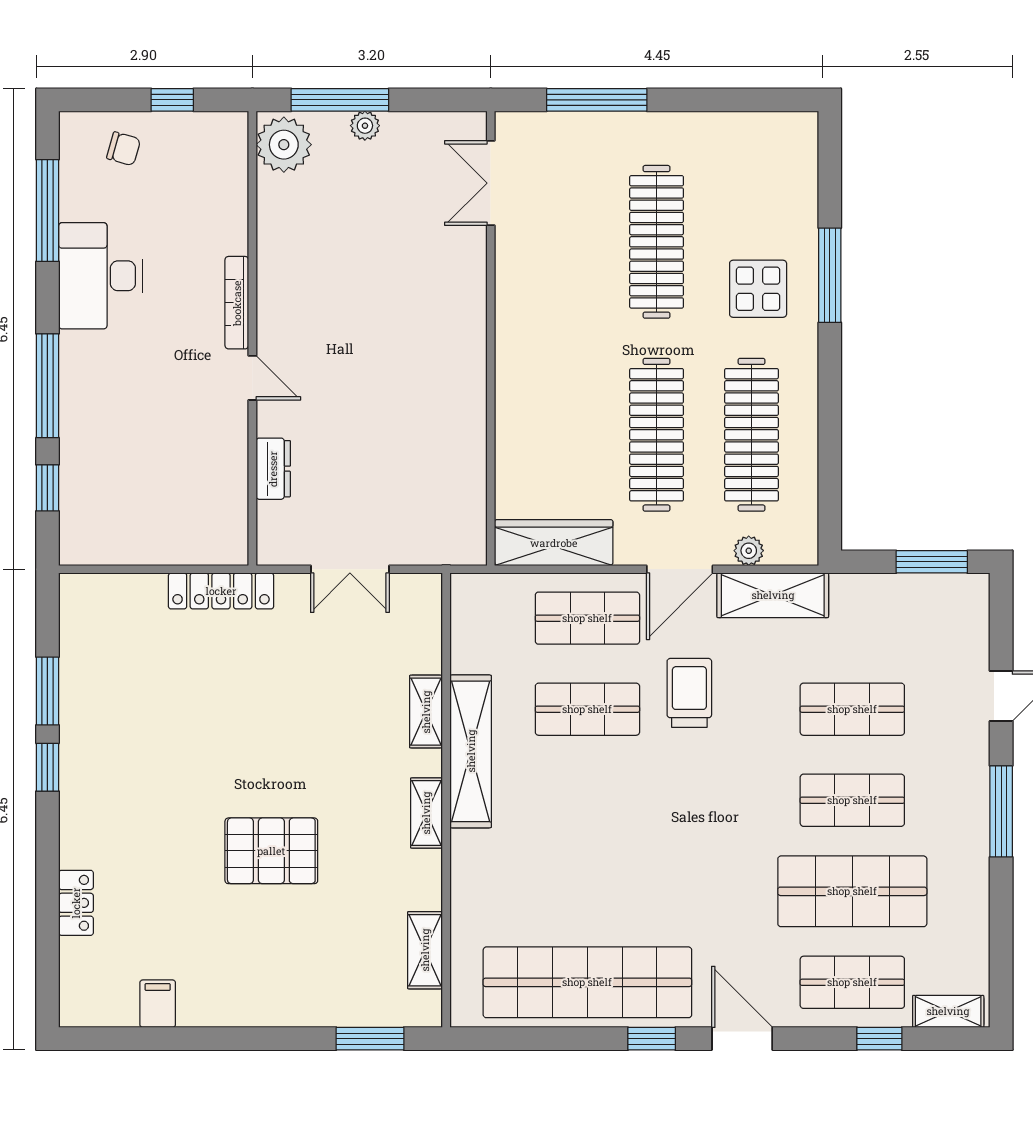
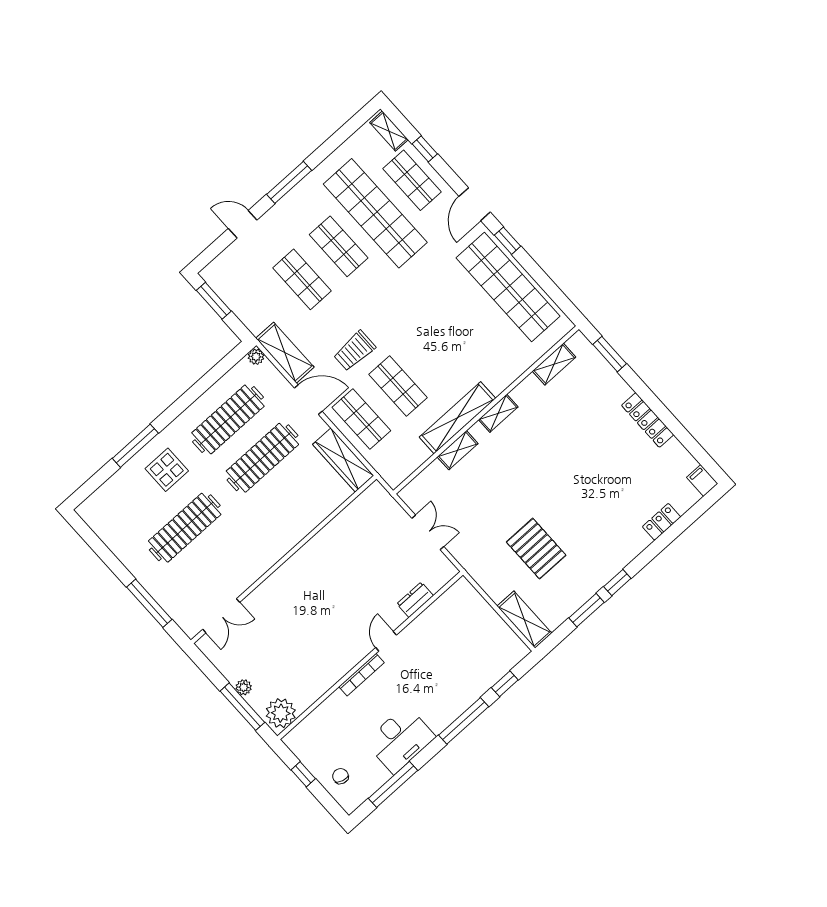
plant: (749, 551) -> (256, 357), moved
locker: (221, 591) -> (648, 420), moved, turned 180
shelving: (111, 594) -> (524, 620), added
pallet: (271, 851) -> (536, 549), moved
shop shelf: (852, 891) -> (375, 213), width x1.40
filing cabinet: (158, 1004) -> (702, 480), moved, turned 90

